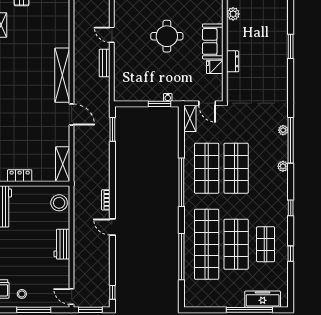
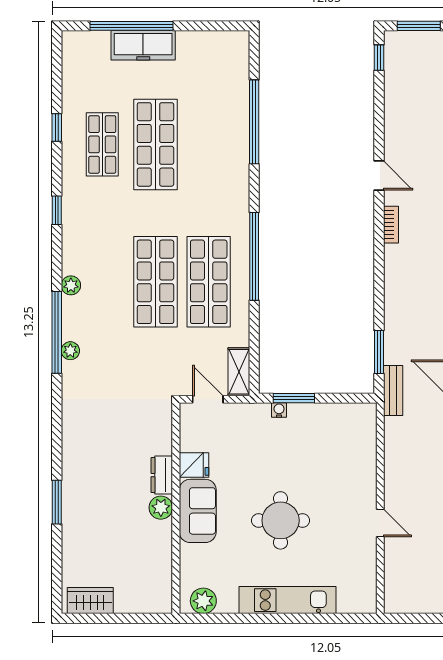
plant: (233, 14) -> (161, 508), moved
bench: (105, 63) -> (393, 390), moved
shop shelf: (207, 244) -> (209, 144), removed
freezer: (263, 299) -> (143, 45), moved

